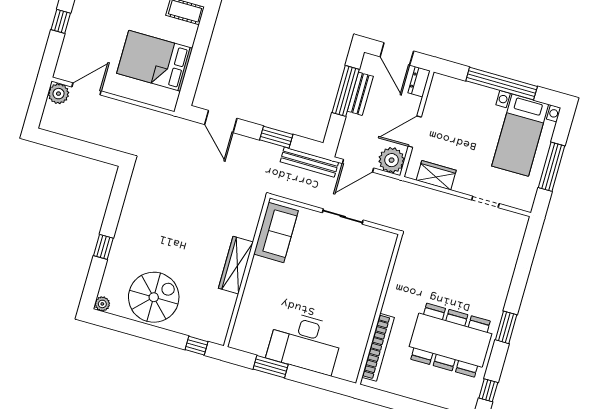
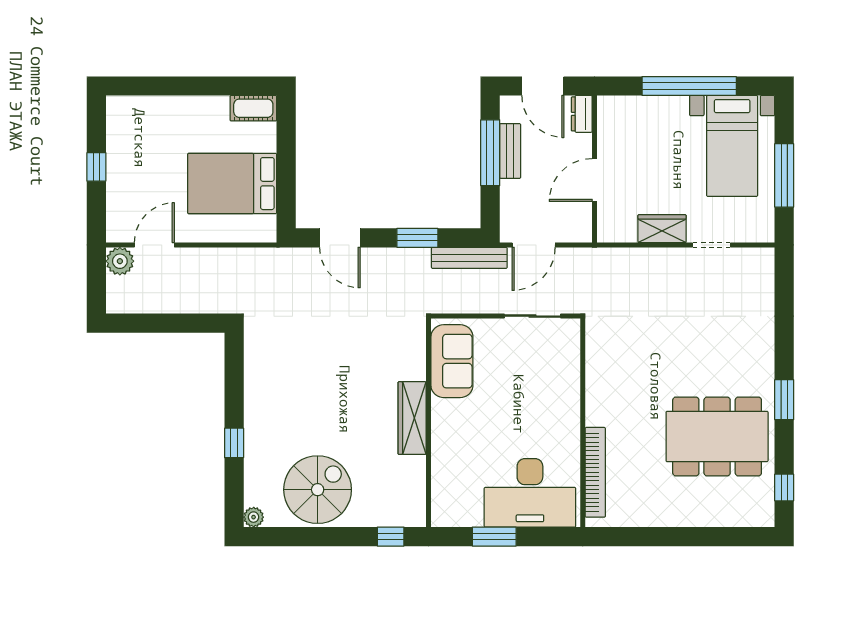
plant: (392, 160) -> (575, 225), removed
wardrobe: (436, 175) -> (662, 229), moved
wall: (379, 309) -> (583, 423), moved
bookcase: (378, 347) -> (595, 472), moved

